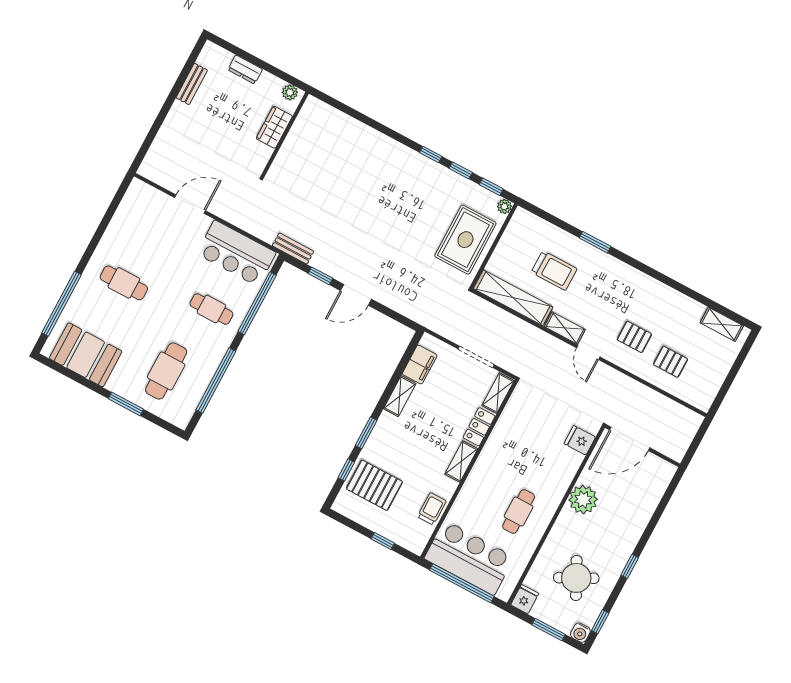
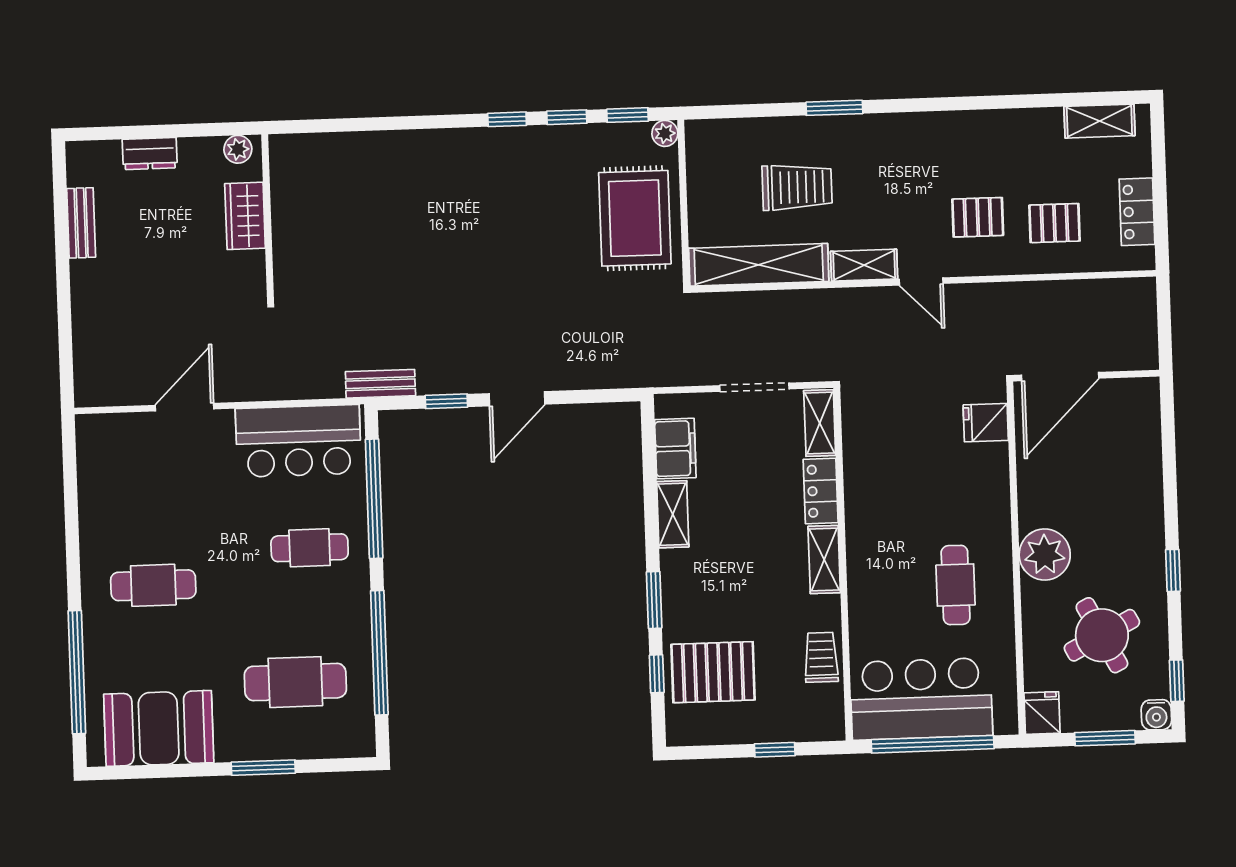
cafe table: (166, 371) -> (295, 682), turned 90
locker: (714, 380) -> (1137, 212), added
plant: (583, 500) -> (1045, 555), moved

